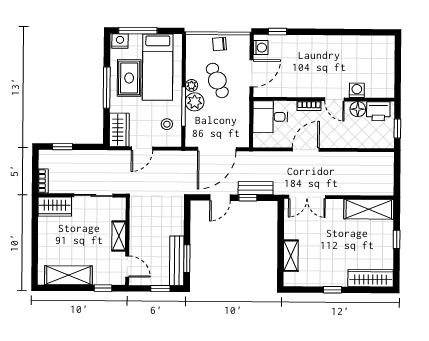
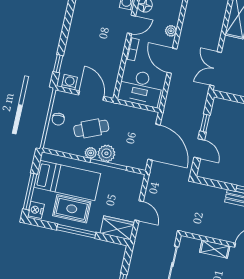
desk: (270, 117) -> (140, 88), width x1.37
stool: (167, 124) -> (122, 183), removed
plant: (337, 142) -> (171, 31), added
bench: (256, 188) -> (197, 114), removed
double door: (307, 197) -> (216, 69), swing flipped

